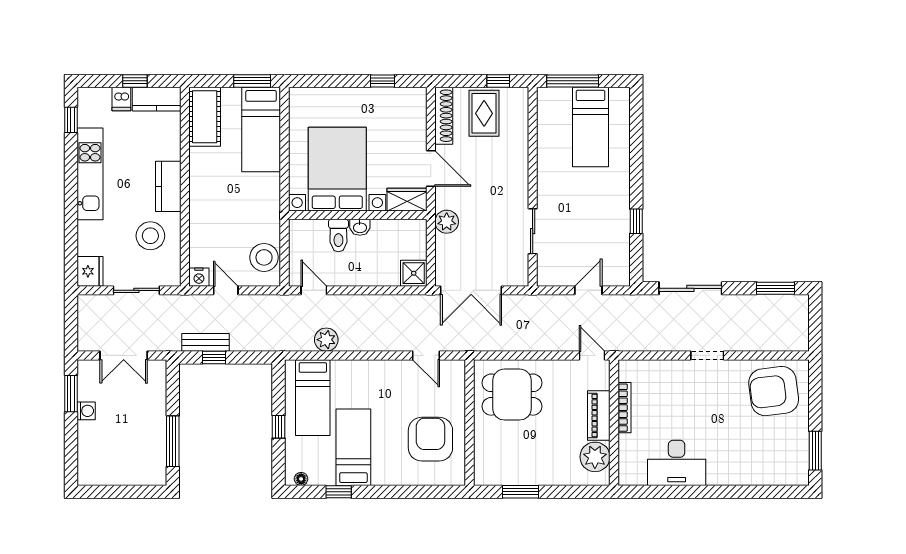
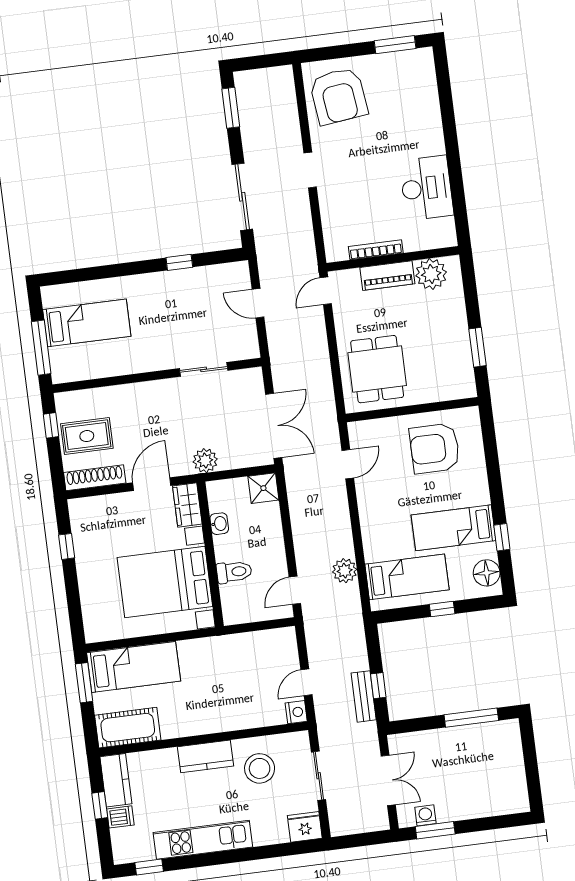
washbasin: (360, 227) -> (219, 524), moved
stool: (264, 257) -> (267, 647), removed
washing machine: (86, 411) -> (425, 815), moved
floor lamp: (301, 479) -> (487, 573), width x1.89, depth x1.89

